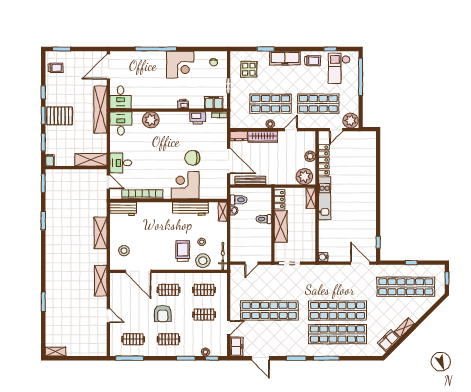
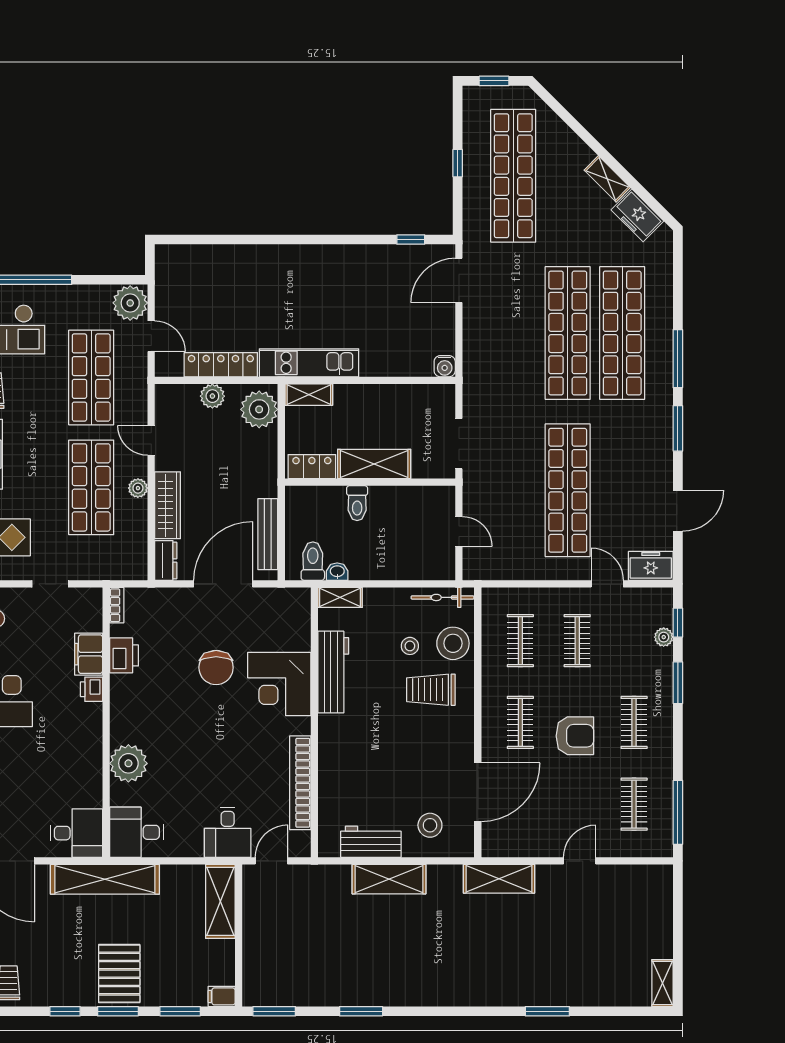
filing cabinet: (214, 103) -> (89, 654), moved
workbench: (123, 209) -> (371, 842), moved, turned -90

